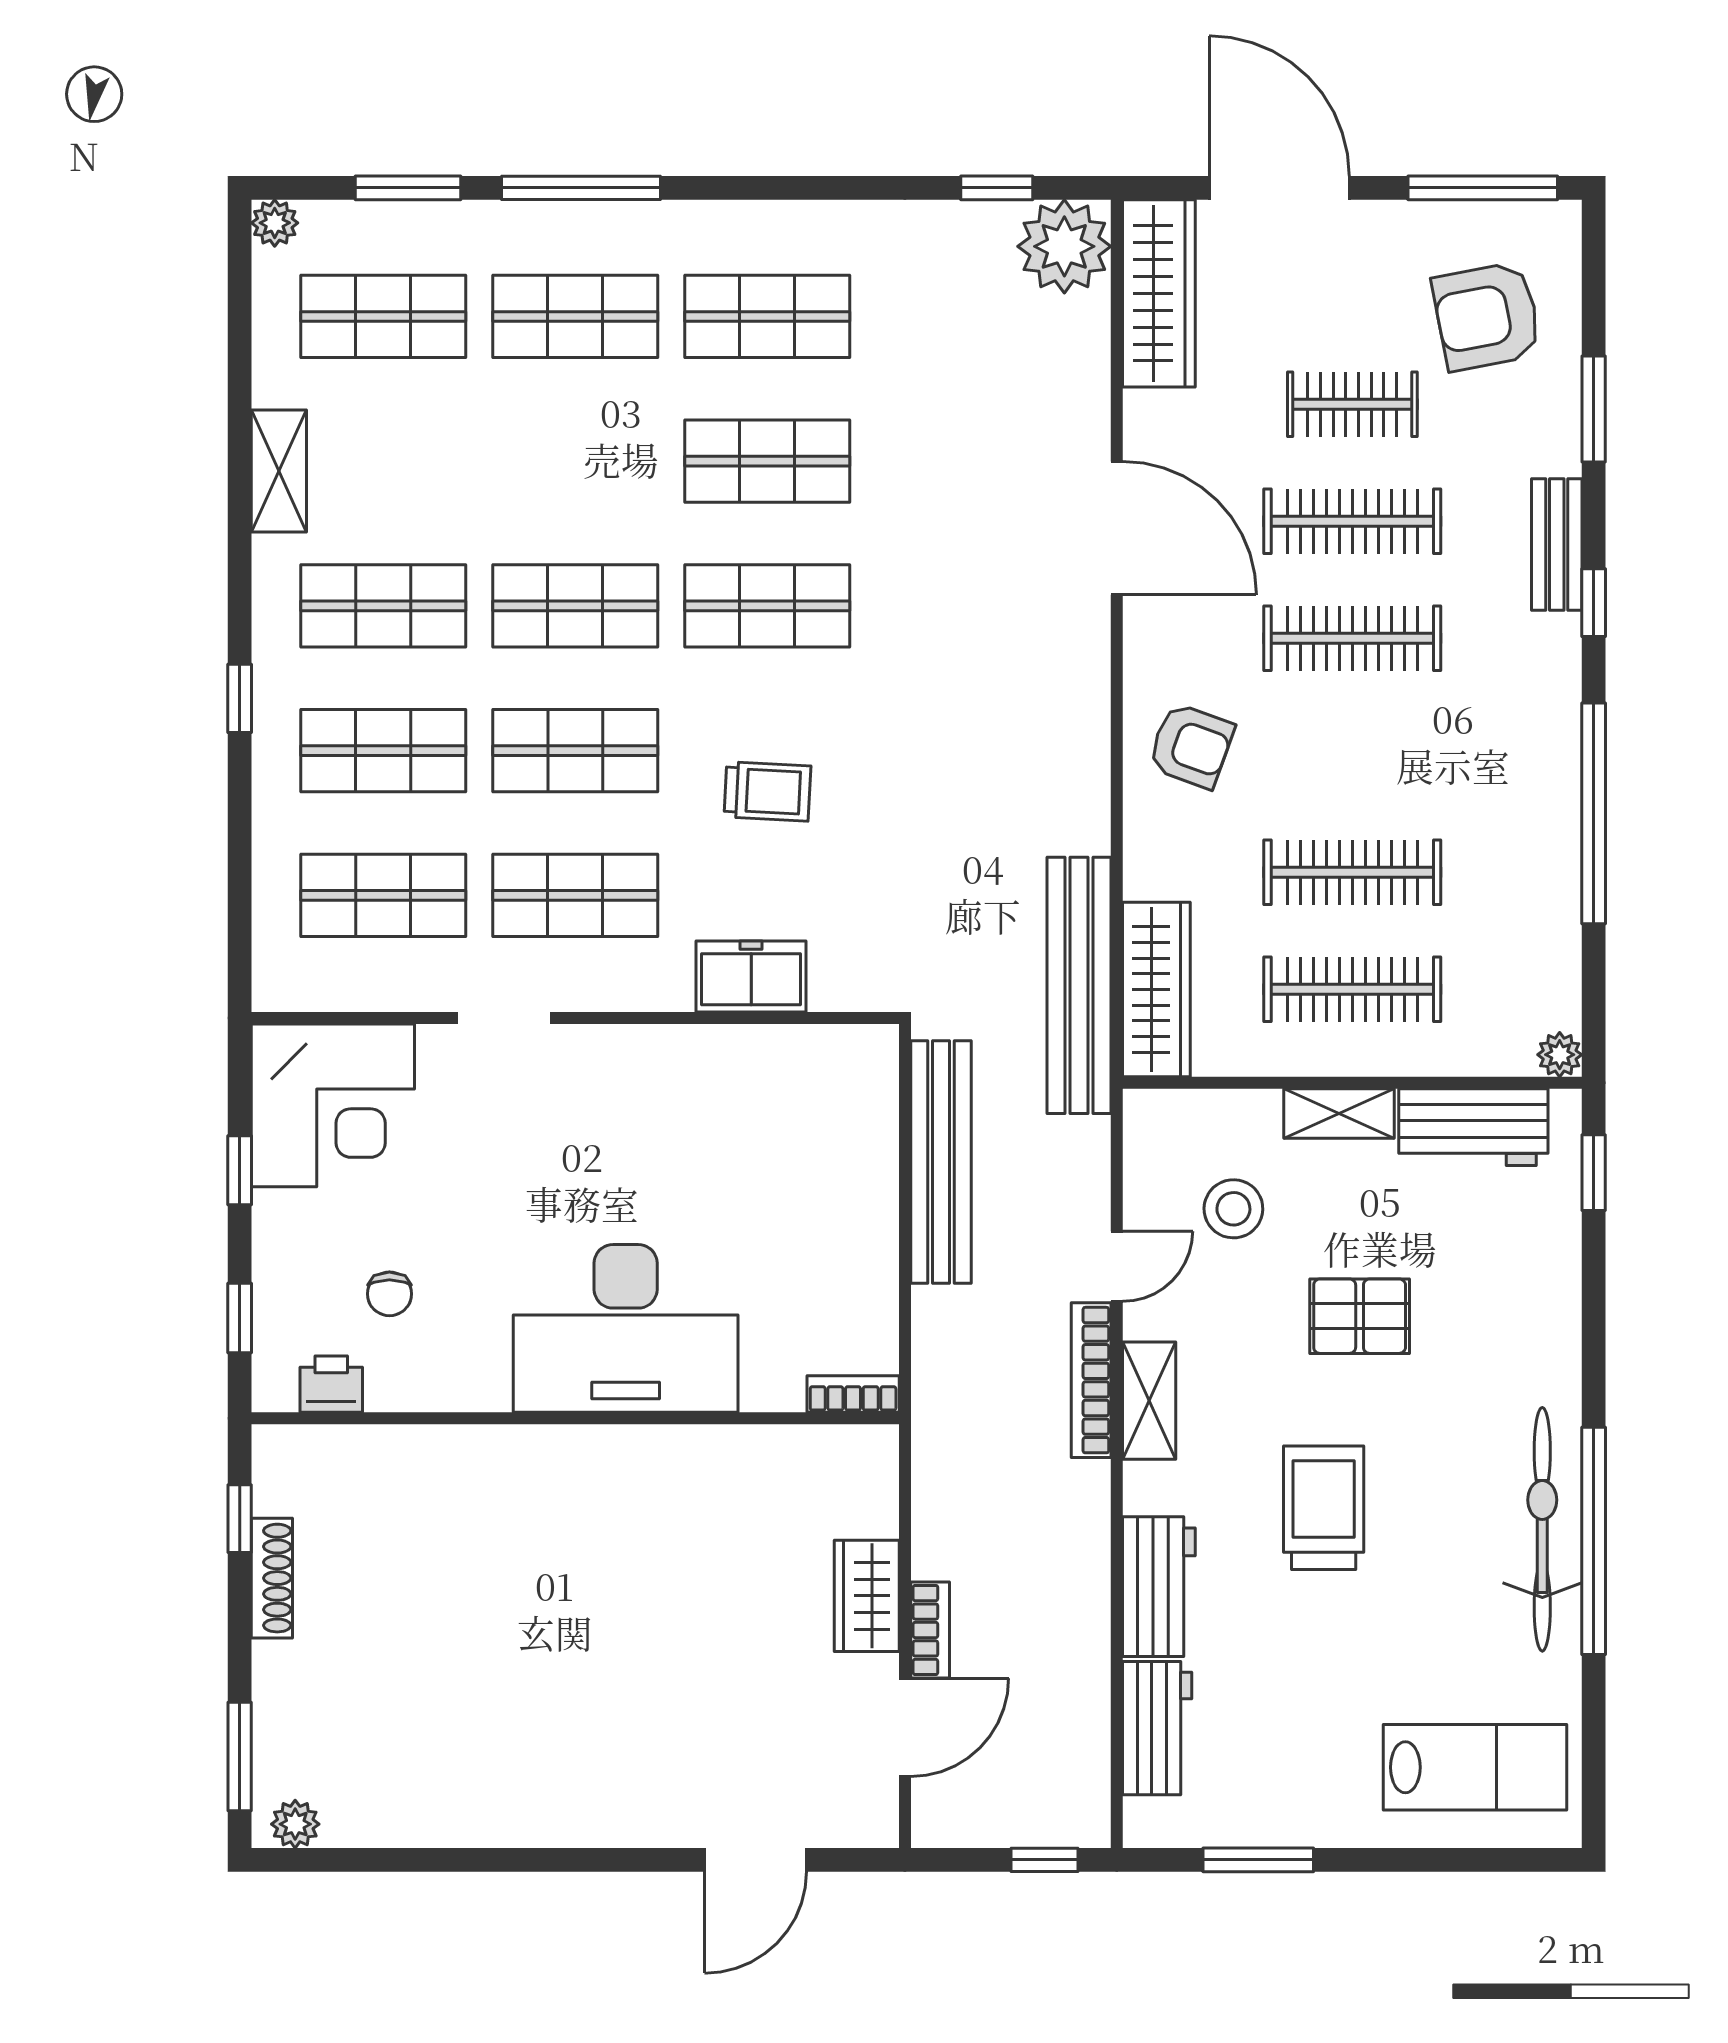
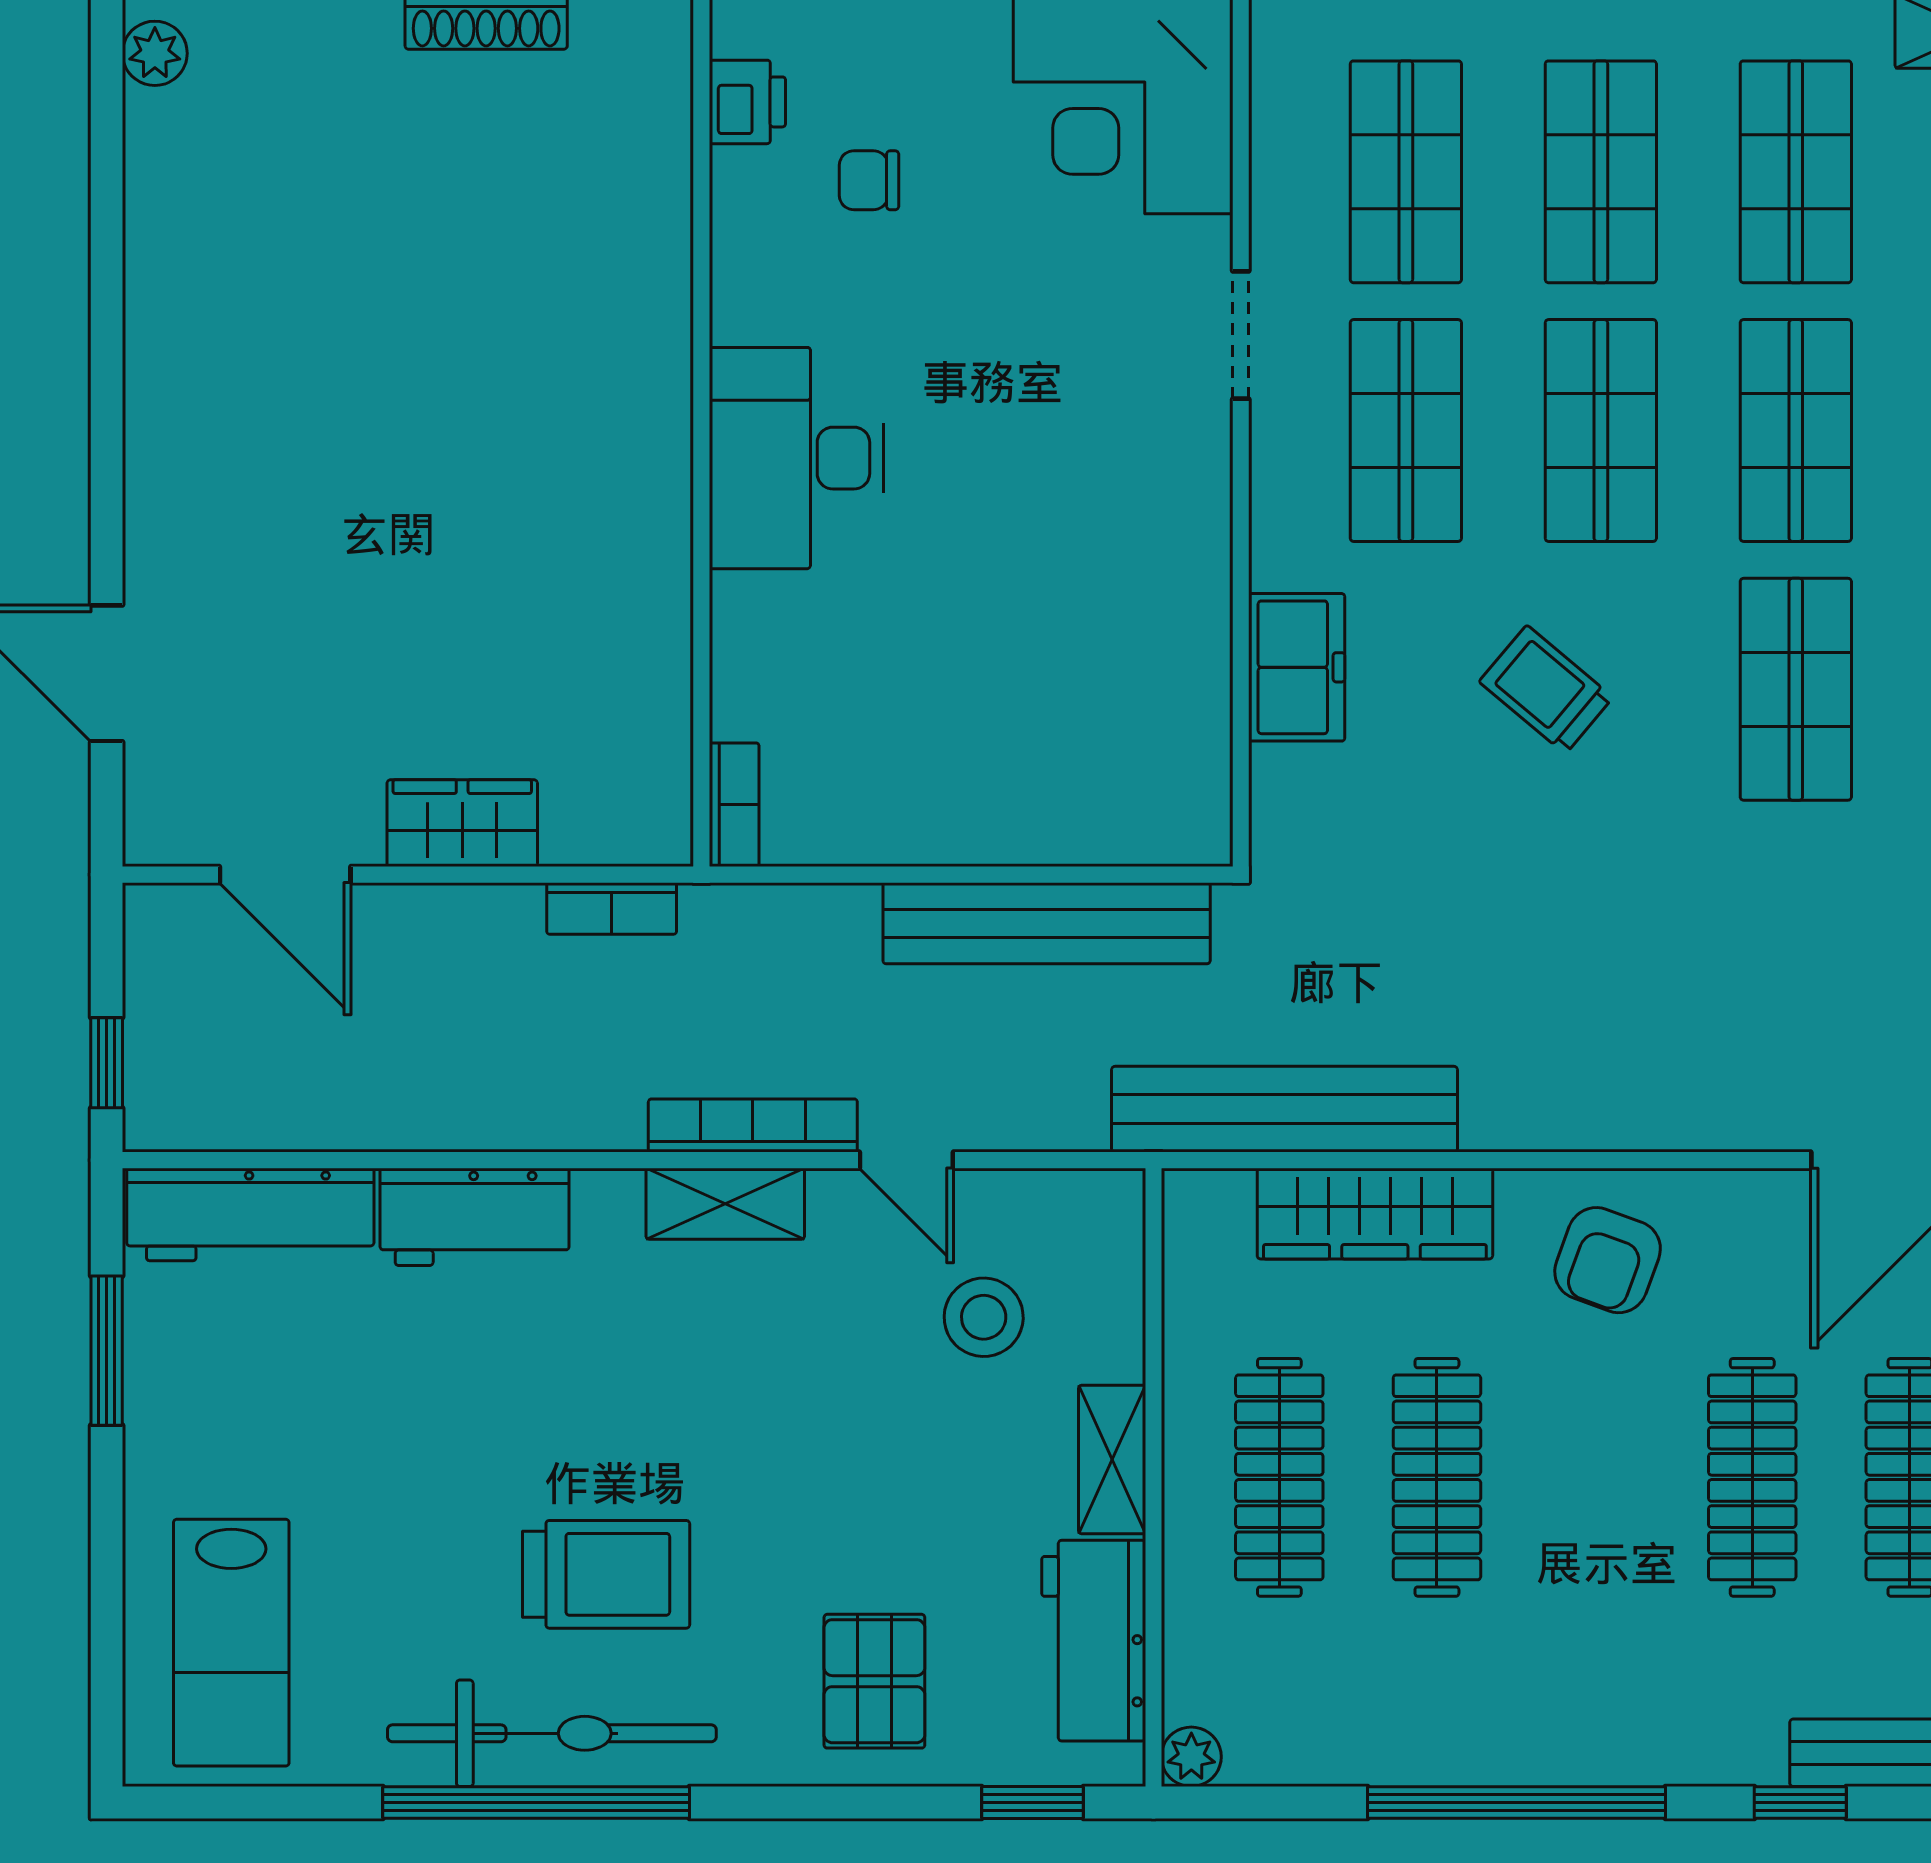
trolley: (767, 791) -> (1546, 689), turned 127
wardrobe: (1156, 990) -> (1375, 1214), moved
pallet: (1360, 1316) -> (874, 1681), moved
desk: (626, 1328) -> (796, 458), width x0.73, depth x0.77
trolley: (1324, 1508) -> (606, 1574), moved
bookcase: (930, 1630) -> (612, 908), moved
workbench: (1157, 1728) -> (250, 1214), width x1.38

